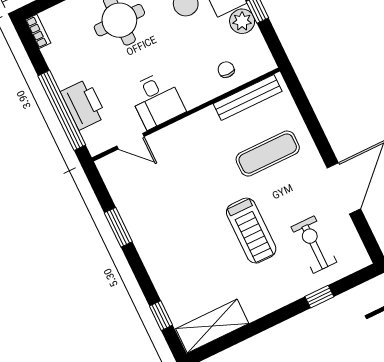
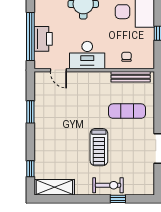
plant: (242, 21) -> (147, 35), removed
desk: (157, 100) -> (87, 55), width x1.37
exercise bike: (314, 245) -> (108, 185), moved, turned 90

